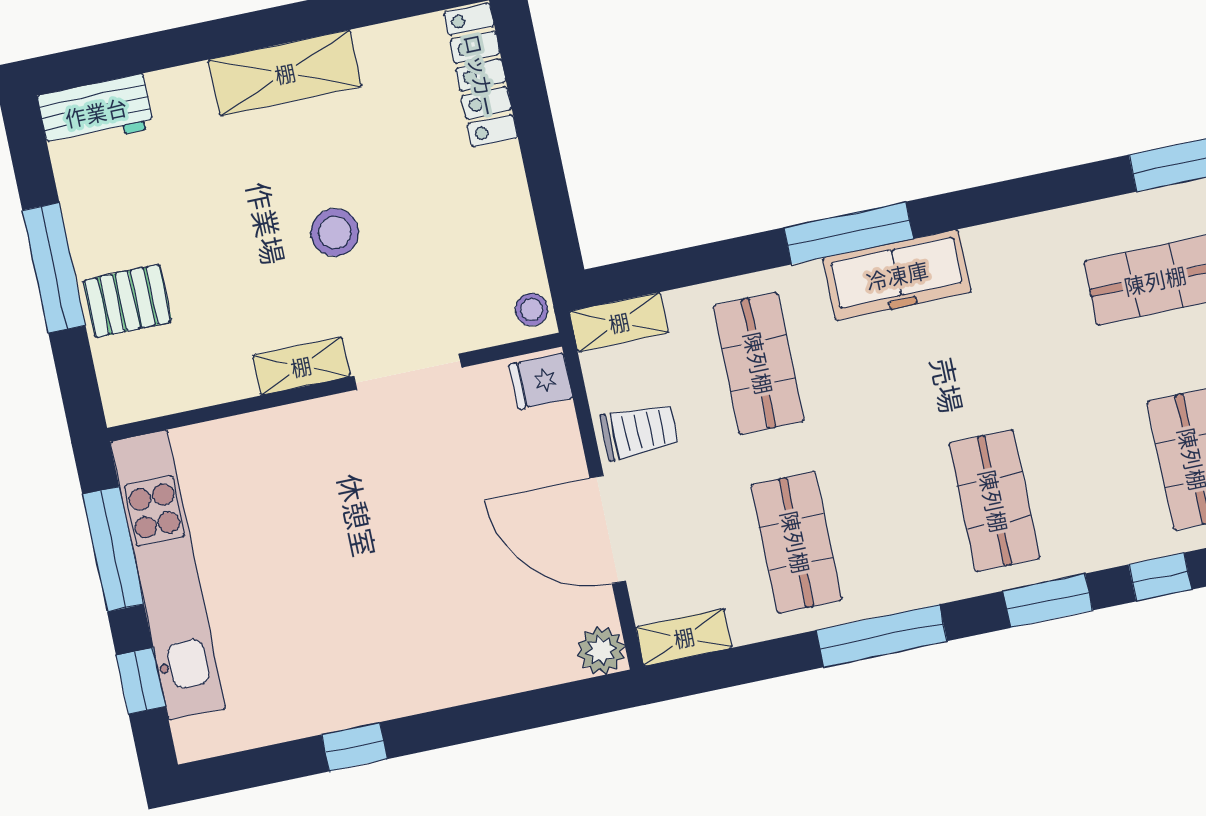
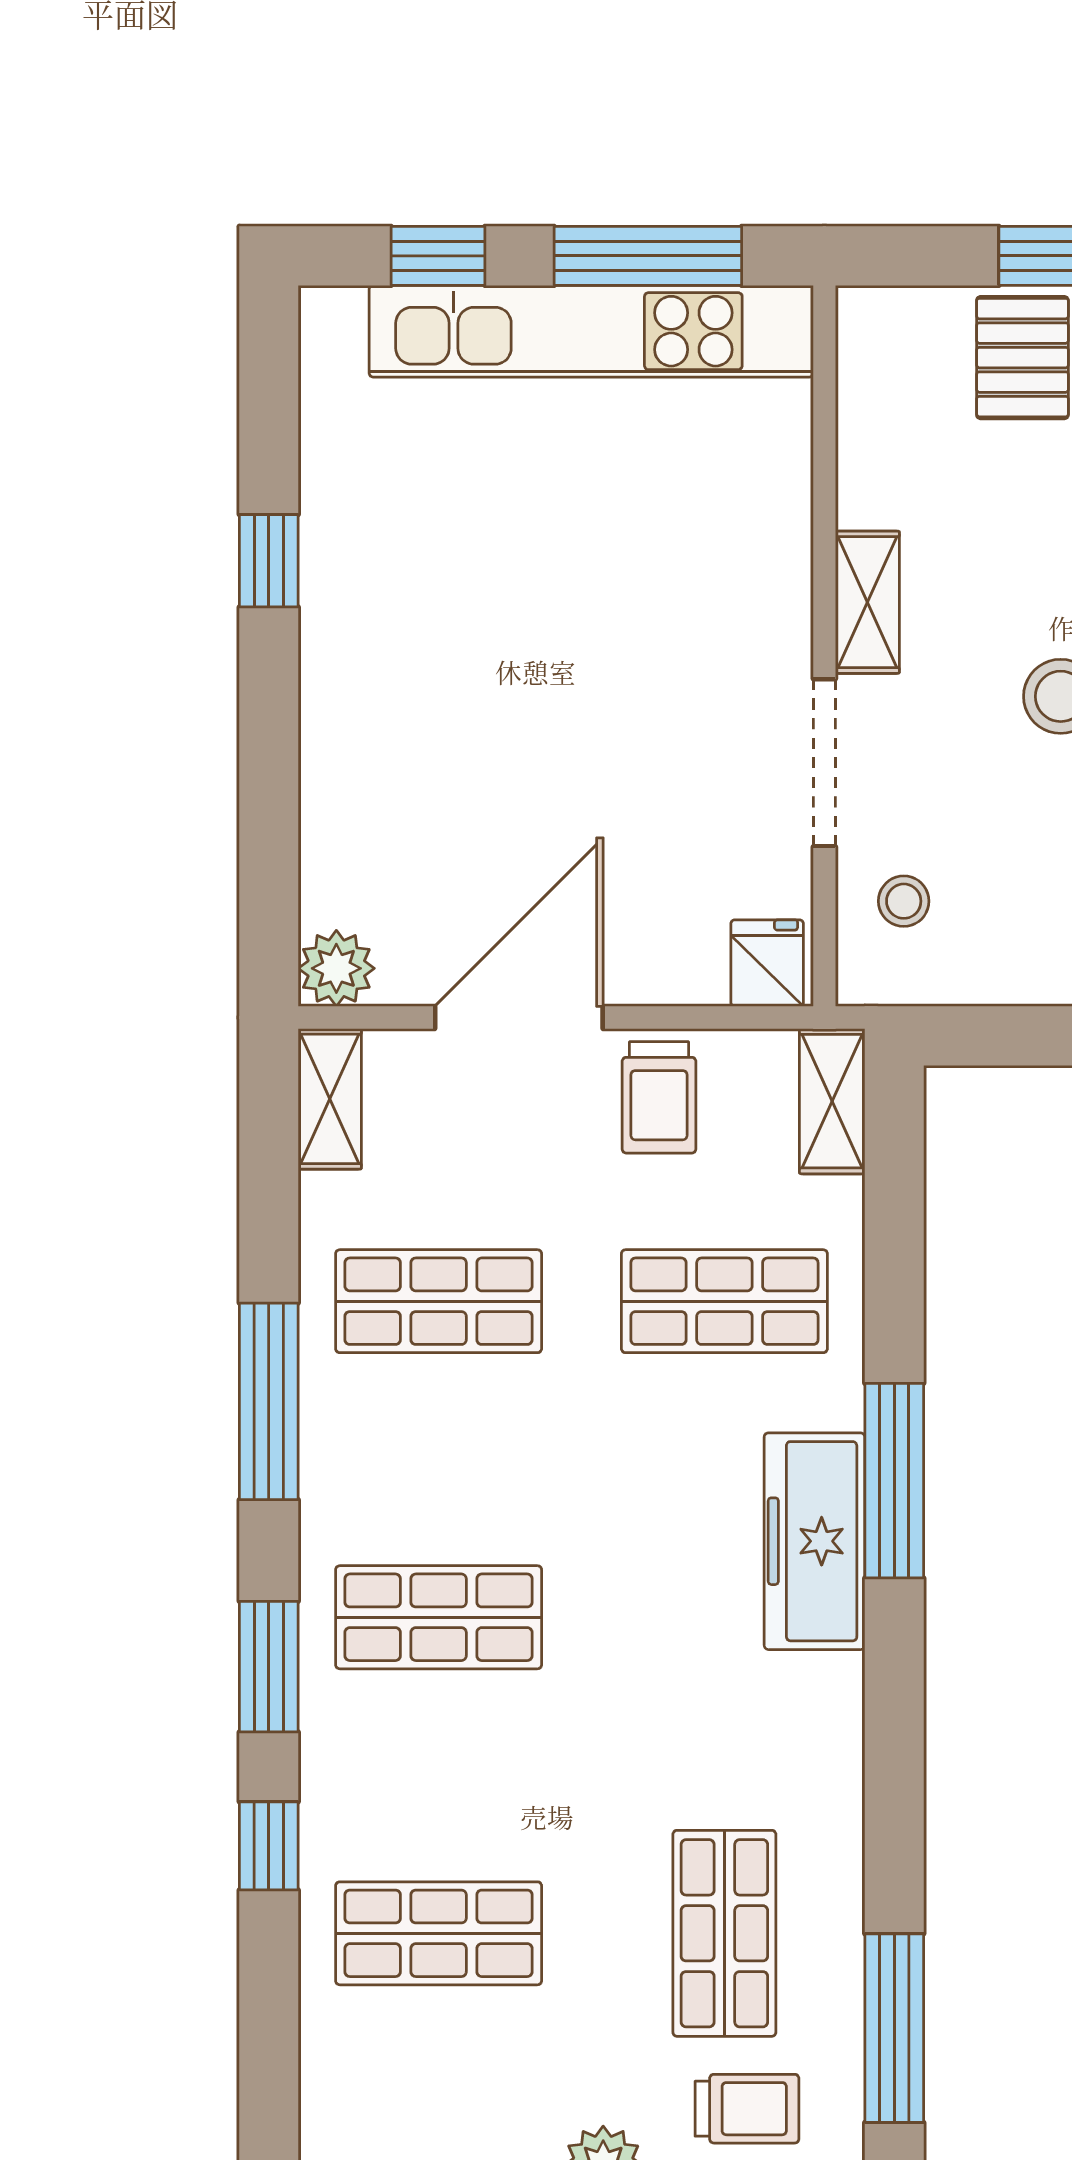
stool: (532, 309) -> (904, 901), moved

